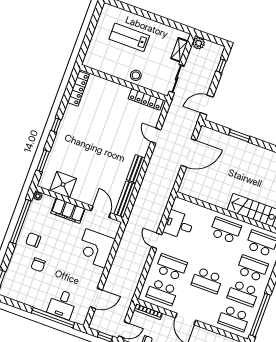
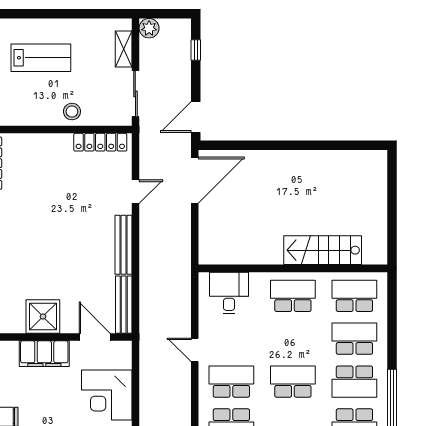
lab bench: (129, 37) -> (41, 58), turned 180
door: (156, 136) -> (135, 192), swing flipped
window: (239, 136) -> (262, 145), removed
door: (189, 153) -> (195, 180), moved
bench: (136, 169) -> (123, 245), width x1.36
shower: (63, 185) -> (43, 317), moved
desk: (179, 225) -> (229, 293), moved, turned 90
school desk: (207, 280) -> (293, 382), turned 180

